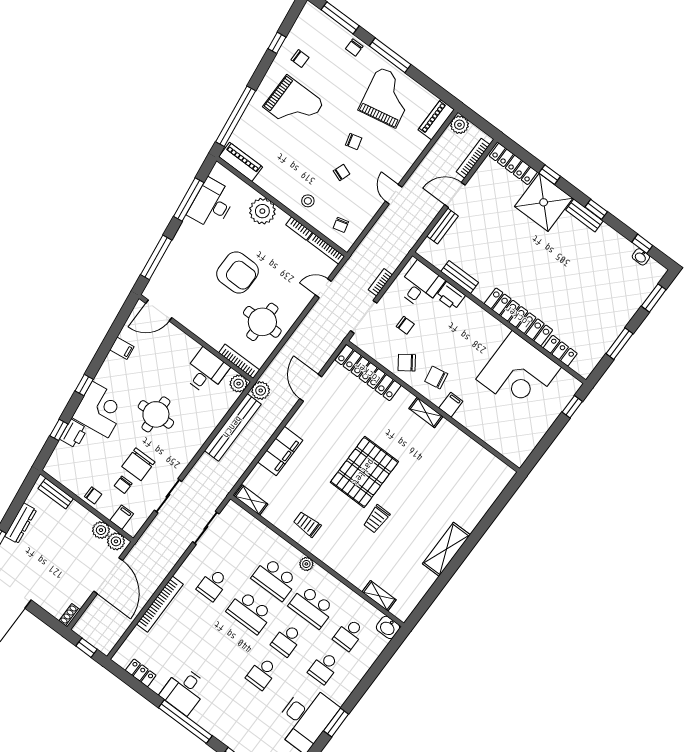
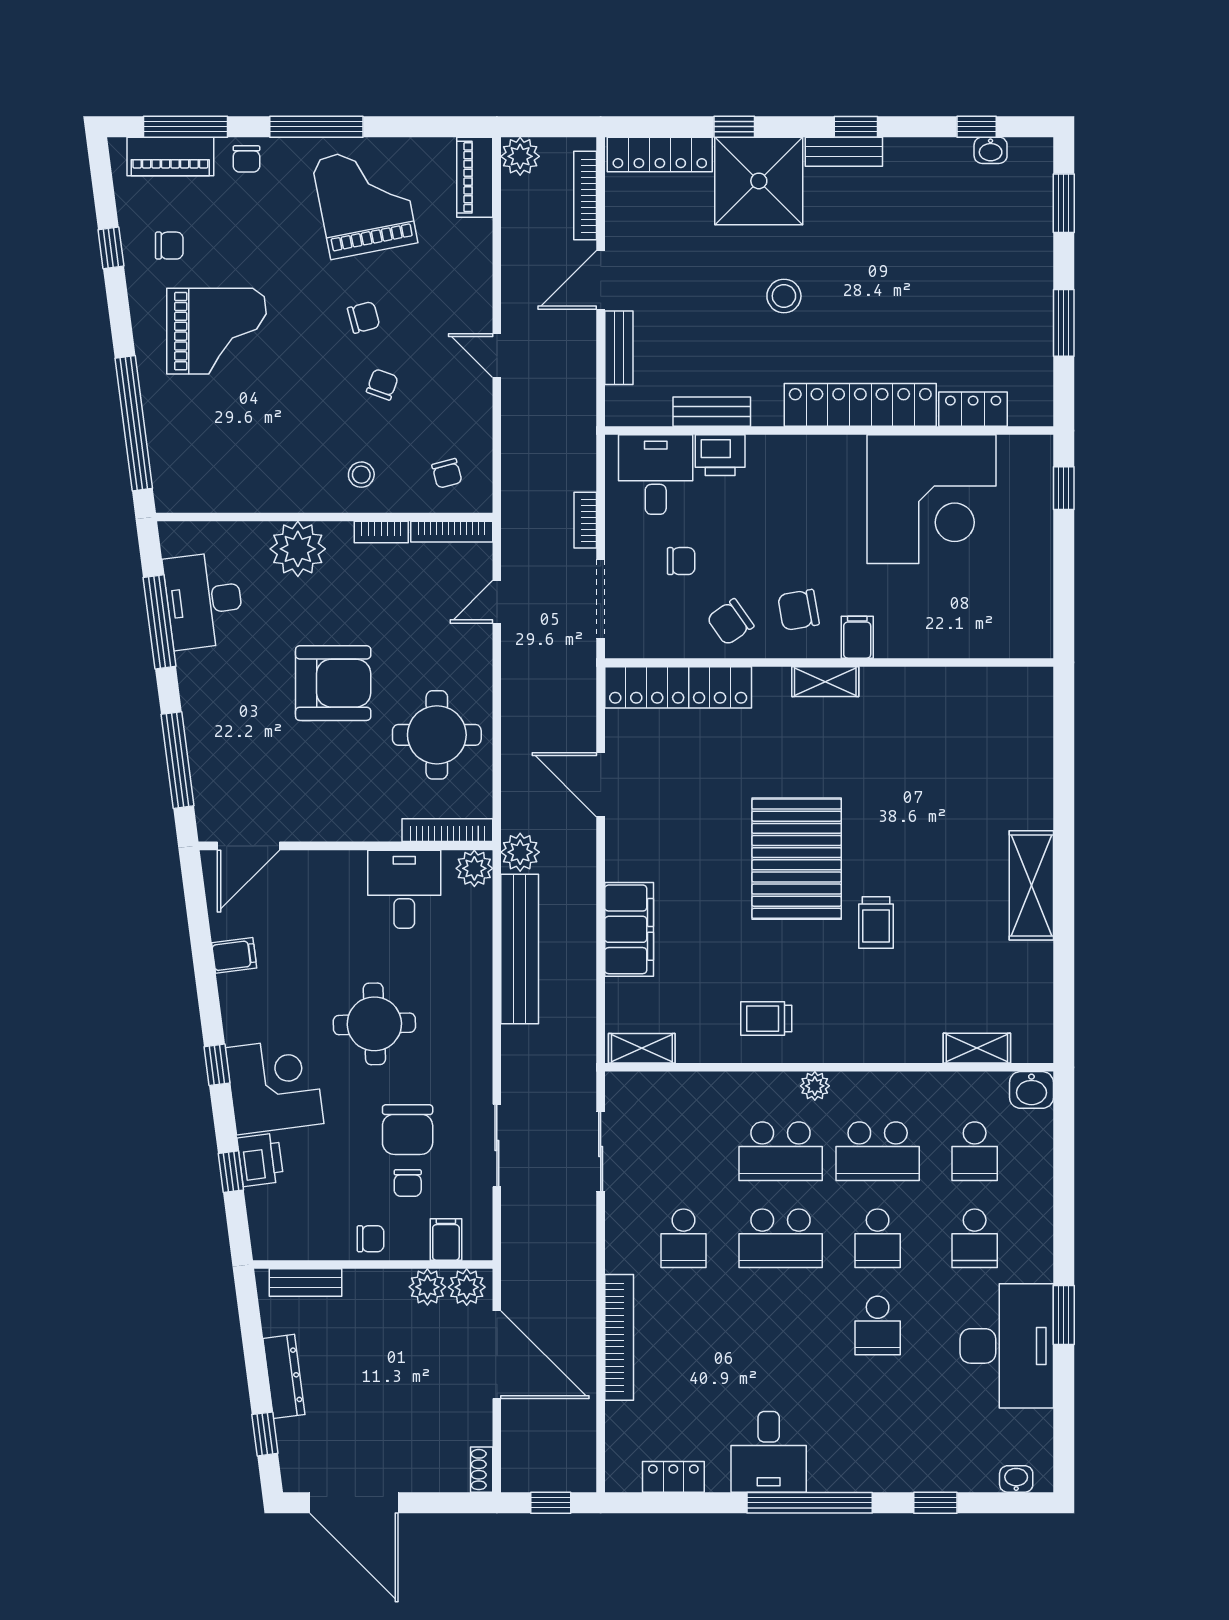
piano: (241, 162) -> (170, 156), moved, turned 180
stool: (520, 253) -> (784, 296), added

